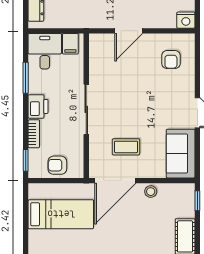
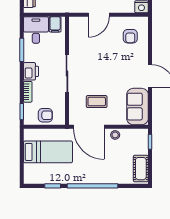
armchair: (57, 165) -> (45, 115), turned 180
door: (115, 181) -> (89, 127), hinge flipped

